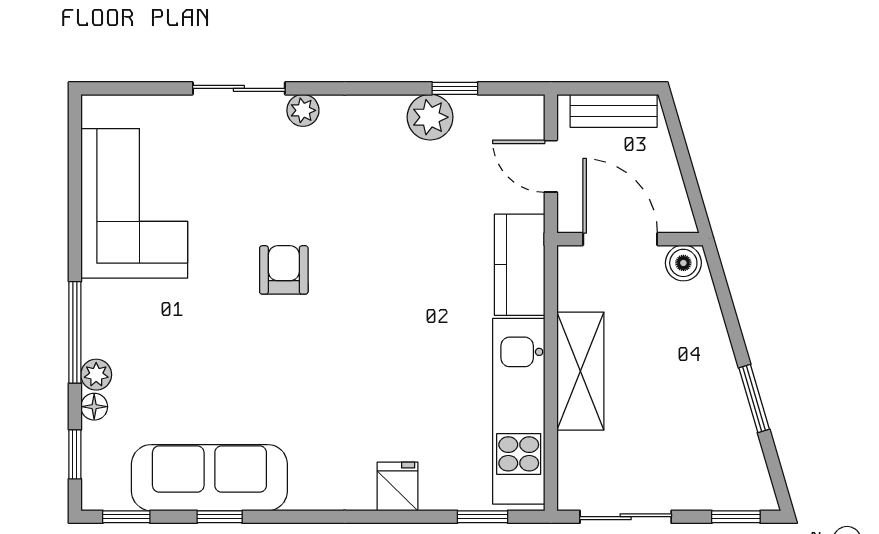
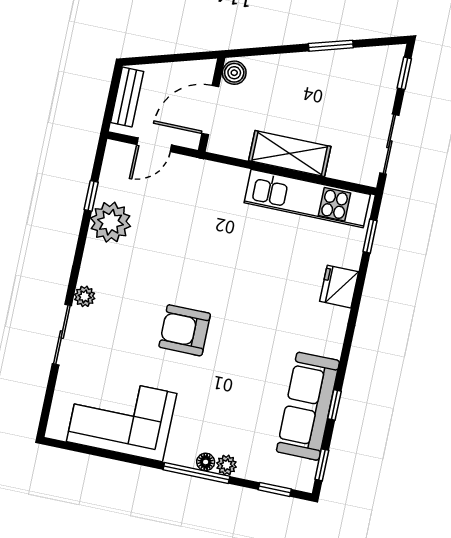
plant: (430, 117) -> (110, 222), width x1.36, depth x1.36
kitchen counter: (520, 265) -> (213, 178), removed
armchair: (284, 270) -> (185, 330), width x1.38, depth x1.38
floor lamp: (94, 407) -> (206, 462), moved
fridge: (398, 486) -> (339, 287), width x1.38

